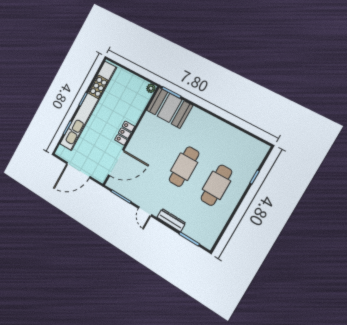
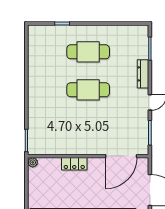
booth: (170, 108) -> (42, 134), removed
locker: (125, 133) -> (74, 164), moved
door: (116, 163) -> (121, 156), swing flipped

